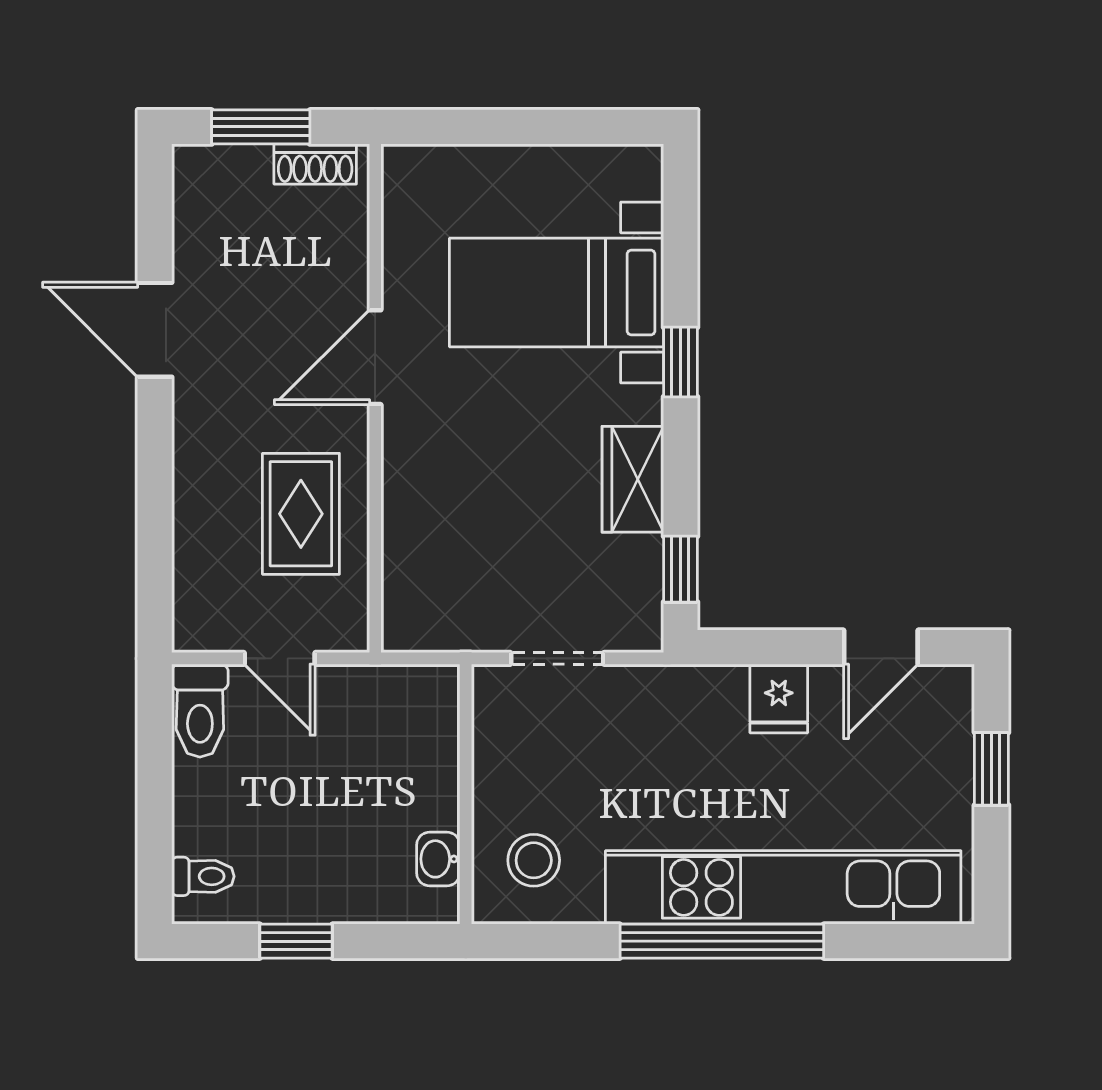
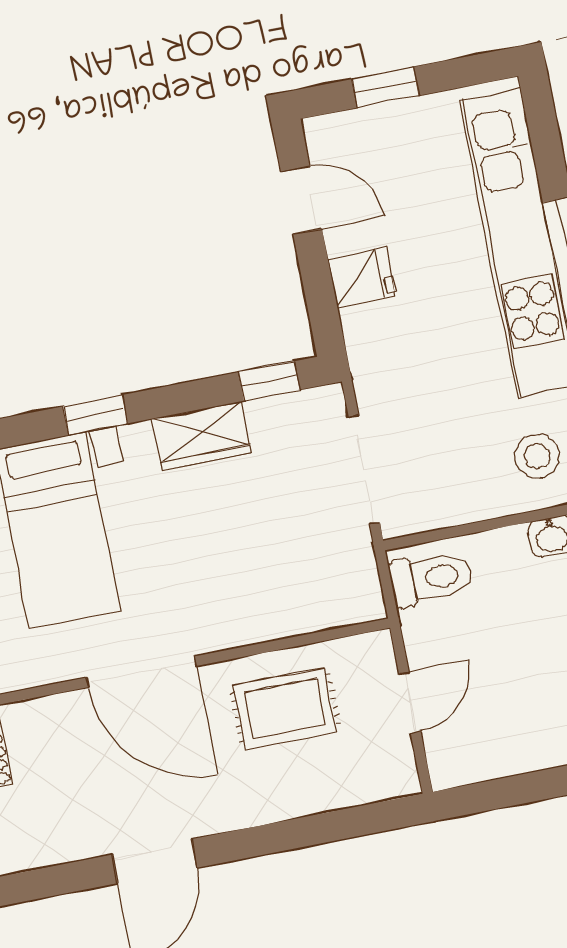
door: (375, 357) -> (141, 672), width x1.36
doorway: (557, 658) -> (364, 470), width x1.38
toilet: (200, 711) -> (431, 578), moved

